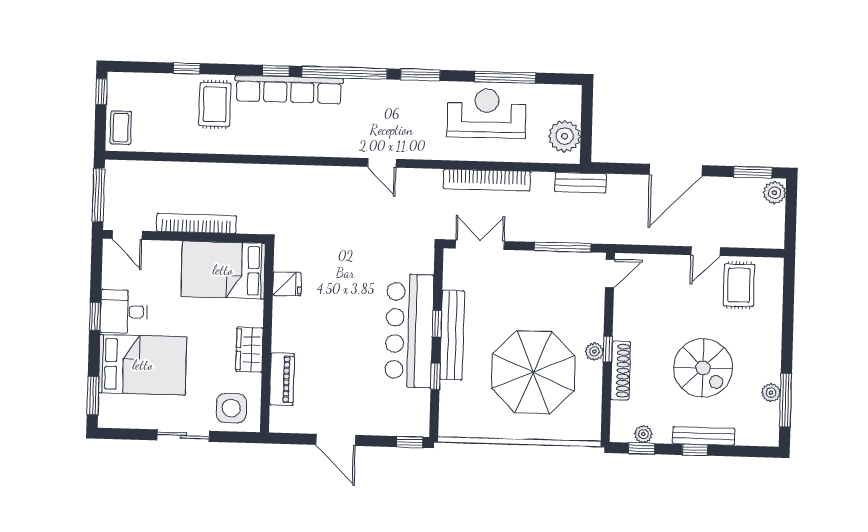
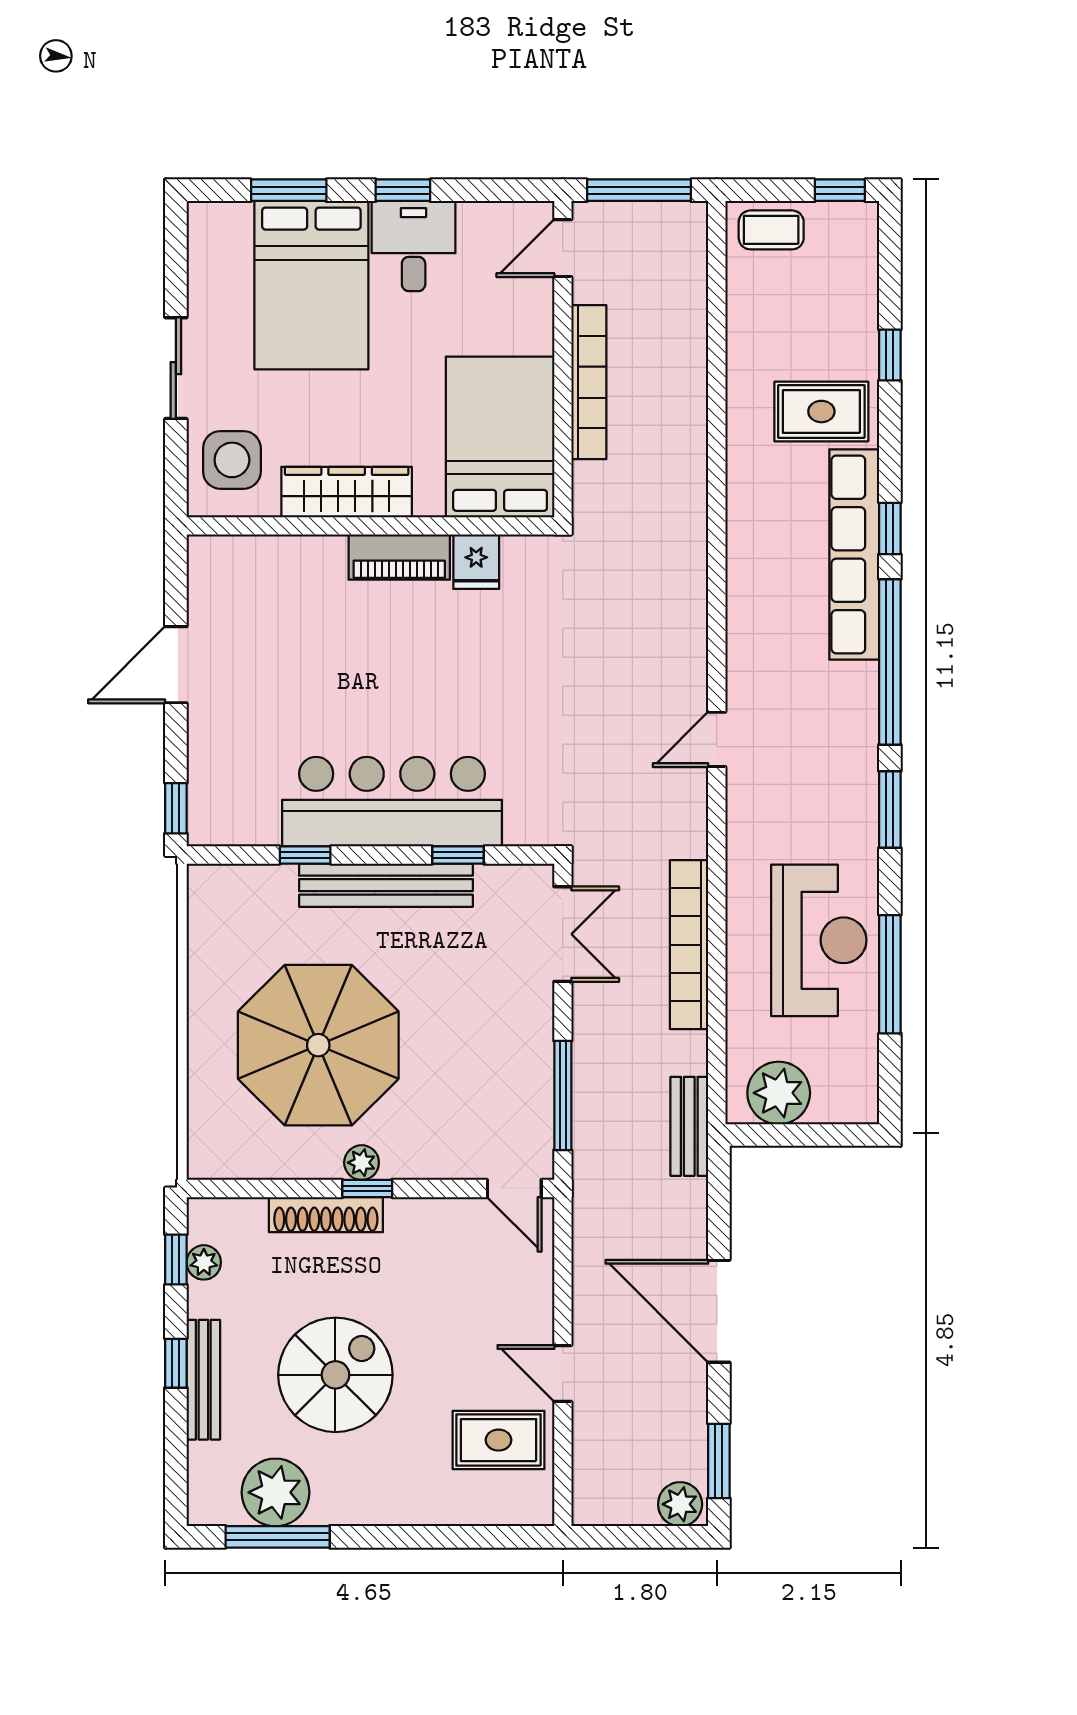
window: (437, 324) -> (458, 855), moved
wardrobe: (249, 350) -> (347, 492), width x1.50
spiral stairs: (703, 368) -> (335, 1375), turned 180
piano: (282, 379) -> (399, 557), moved
plant: (771, 393) -> (275, 1492), width x1.88, depth x1.88
window: (93, 396) -> (289, 190), moved

